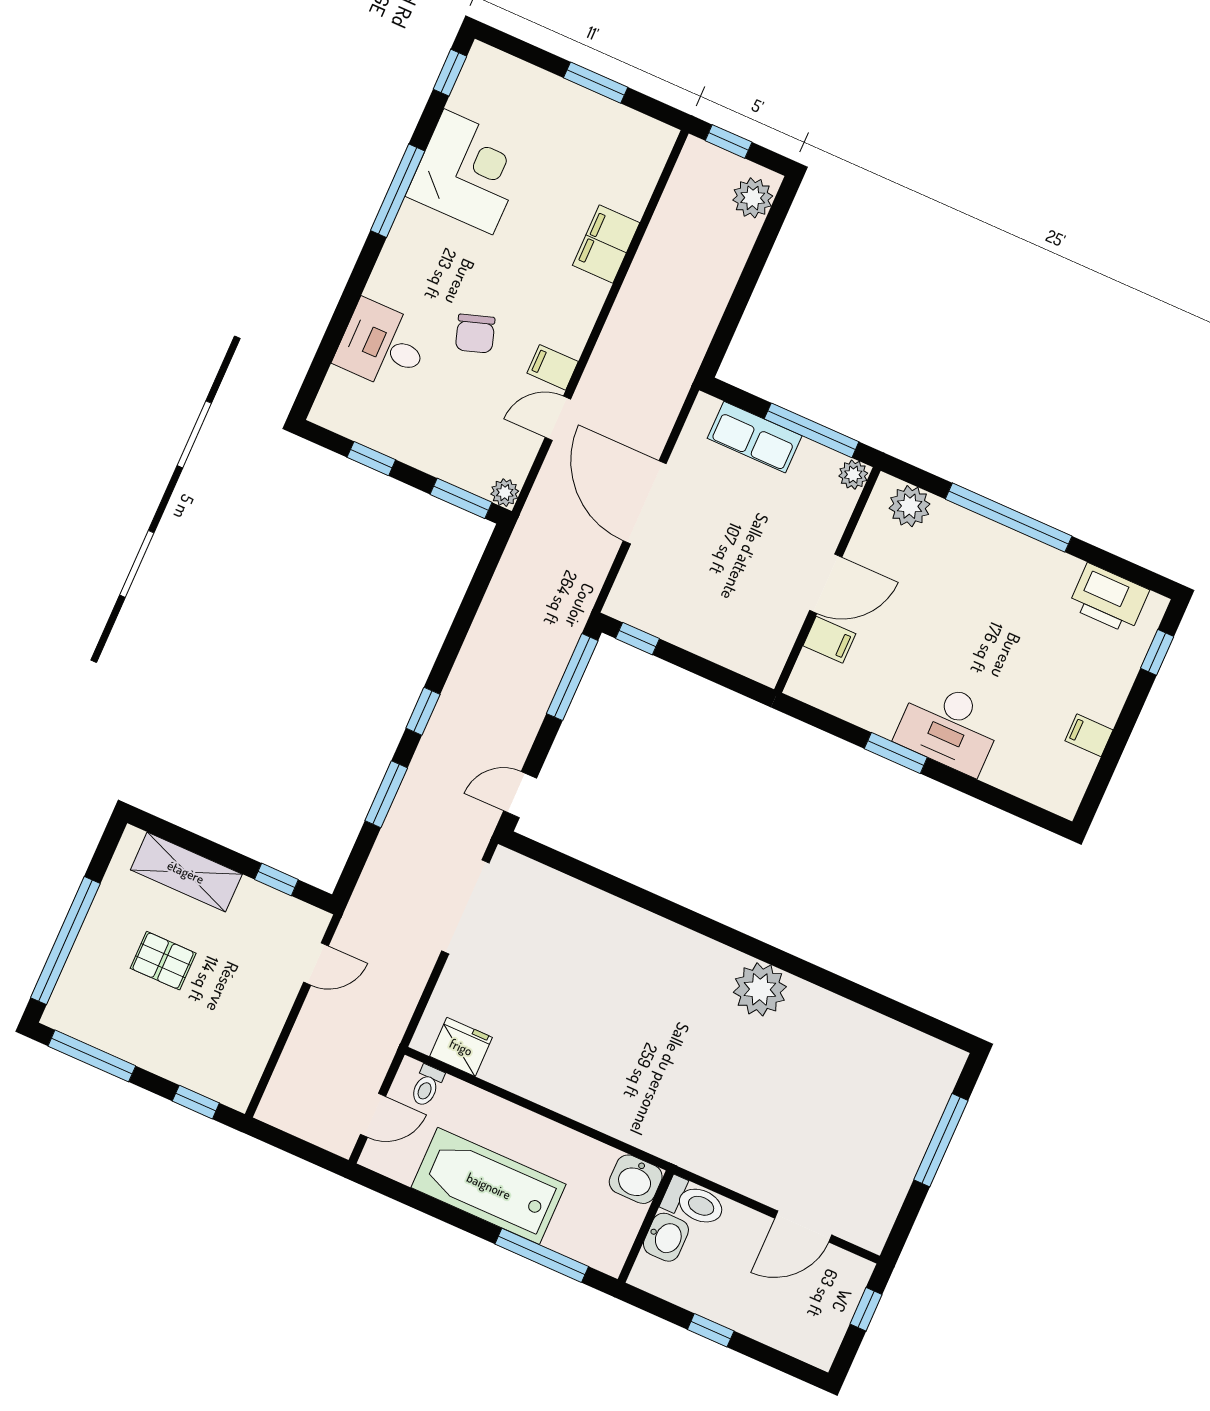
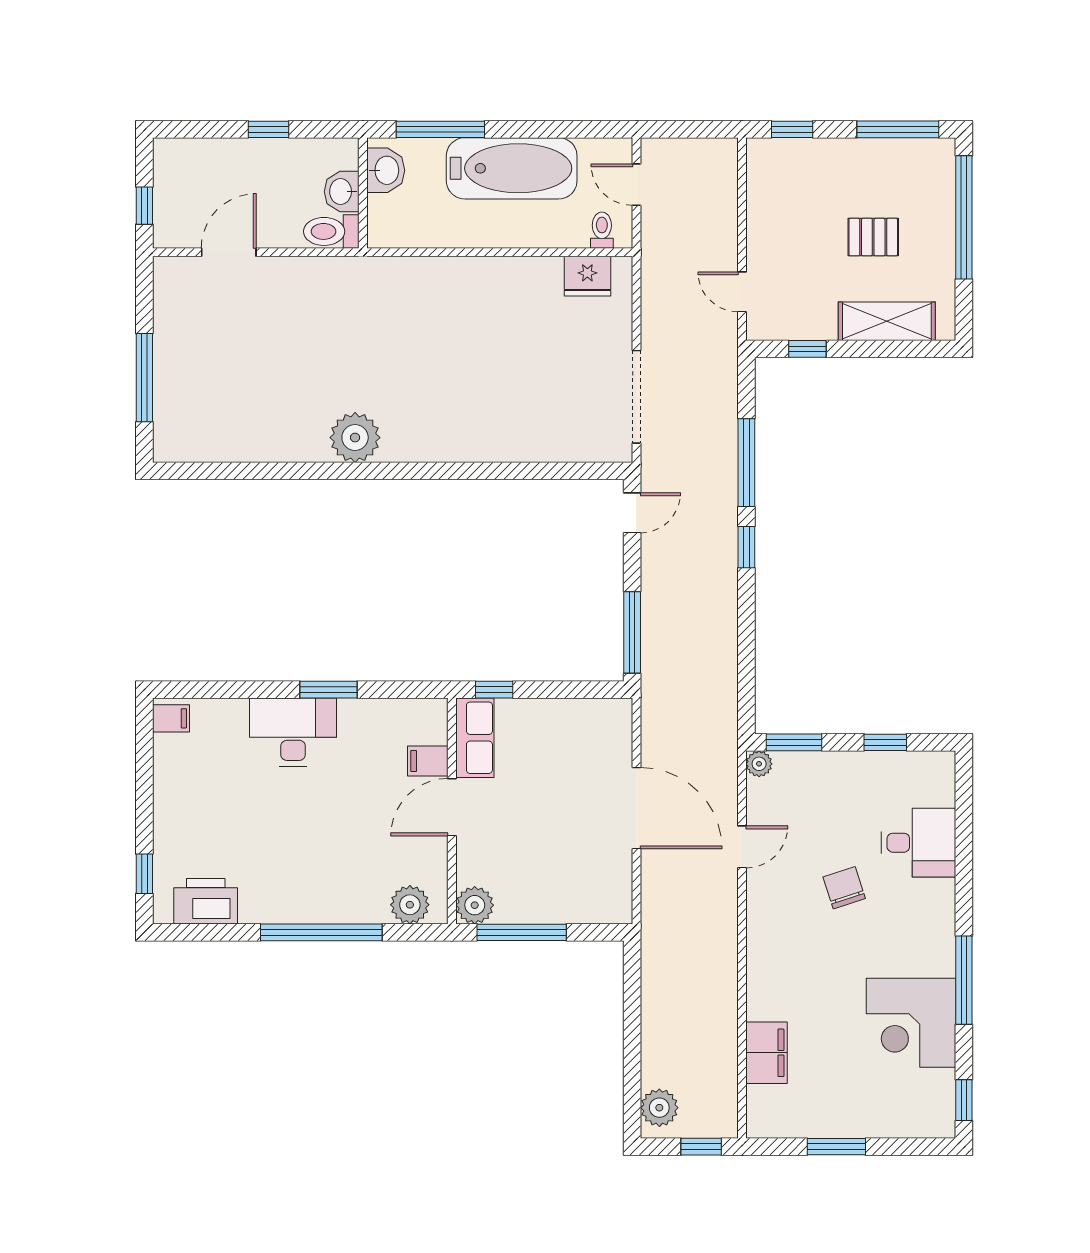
filing cabinet: (606, 244) -> (767, 1053), moved
filing cabinet: (553, 367) -> (766, 888), removed
row of seats: (755, 437) -> (475, 738), moved, turned 90
plant: (853, 475) -> (475, 905), width x1.38, depth x1.38
window: (637, 639) -> (494, 690), moved
filing cabinet: (1089, 735) -> (171, 718), moved
window: (386, 794) -> (746, 463), width x1.44
door: (316, 964) -> (742, 292), hinge flipped
door: (373, 1115) -> (636, 185), hinge flipped
washbasin: (636, 1179) -> (386, 170), moved, turned 90

